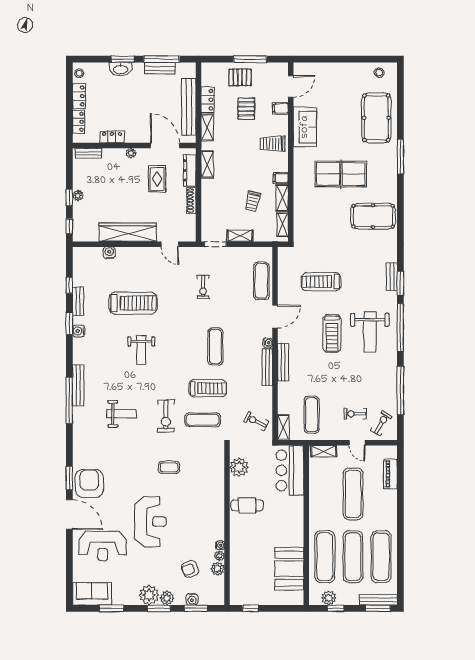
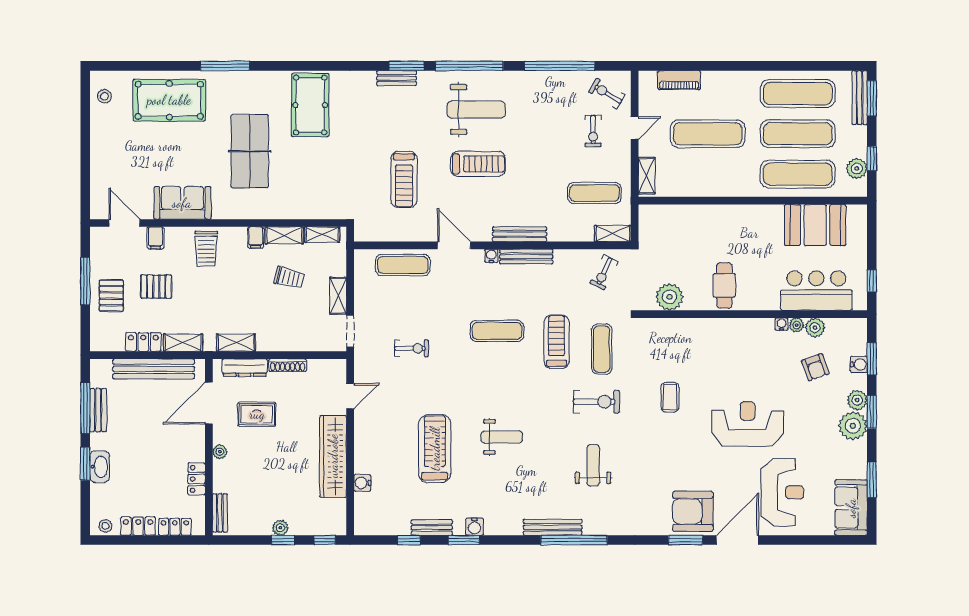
bar counter: (290, 470) -> (816, 291), moved, turned 180

